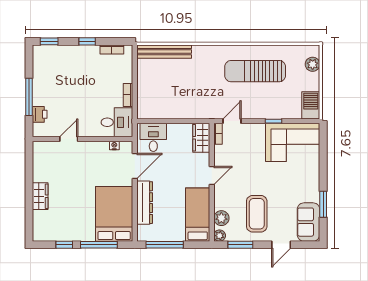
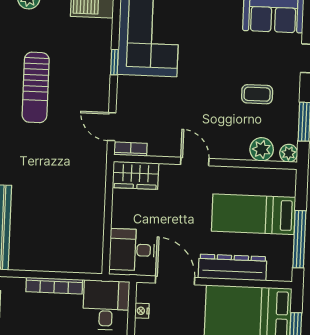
sun lounger: (255, 71) -> (36, 87), width x0.73, depth x0.75
bookcase: (128, 95) -> (54, 286), width x1.56
coffee table: (257, 214) -> (257, 94), width x0.54, depth x0.58
bed: (198, 215) -> (254, 214), moved

